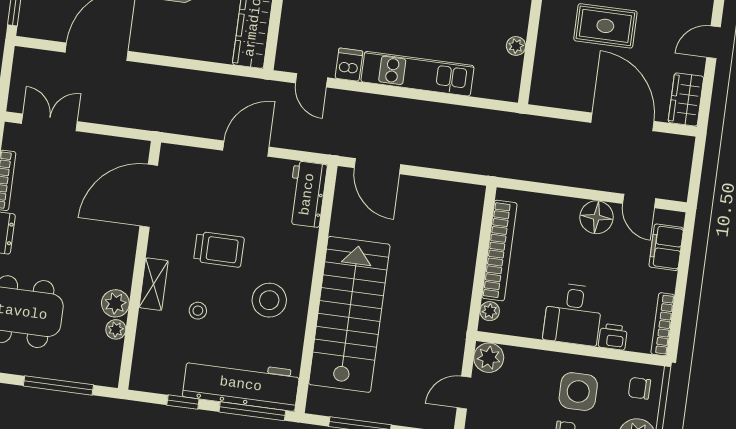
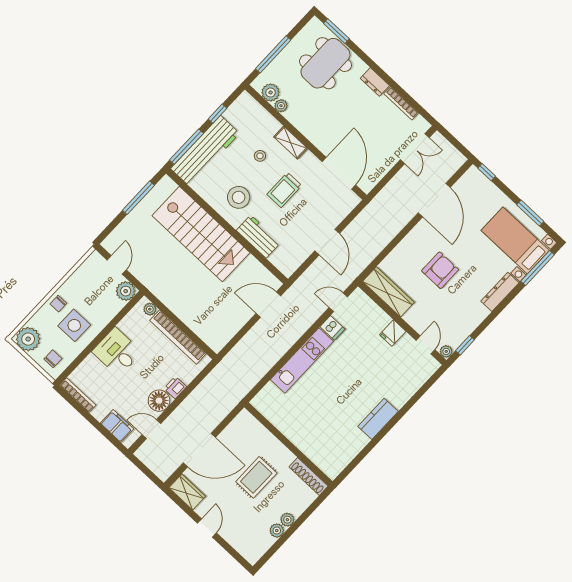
plant: (516, 46) -> (279, 423), removed
workbench: (307, 194) -> (258, 237), moved
plant: (115, 303) -> (271, 92), moved
printer: (613, 337) -> (175, 388), moved, turned 180

